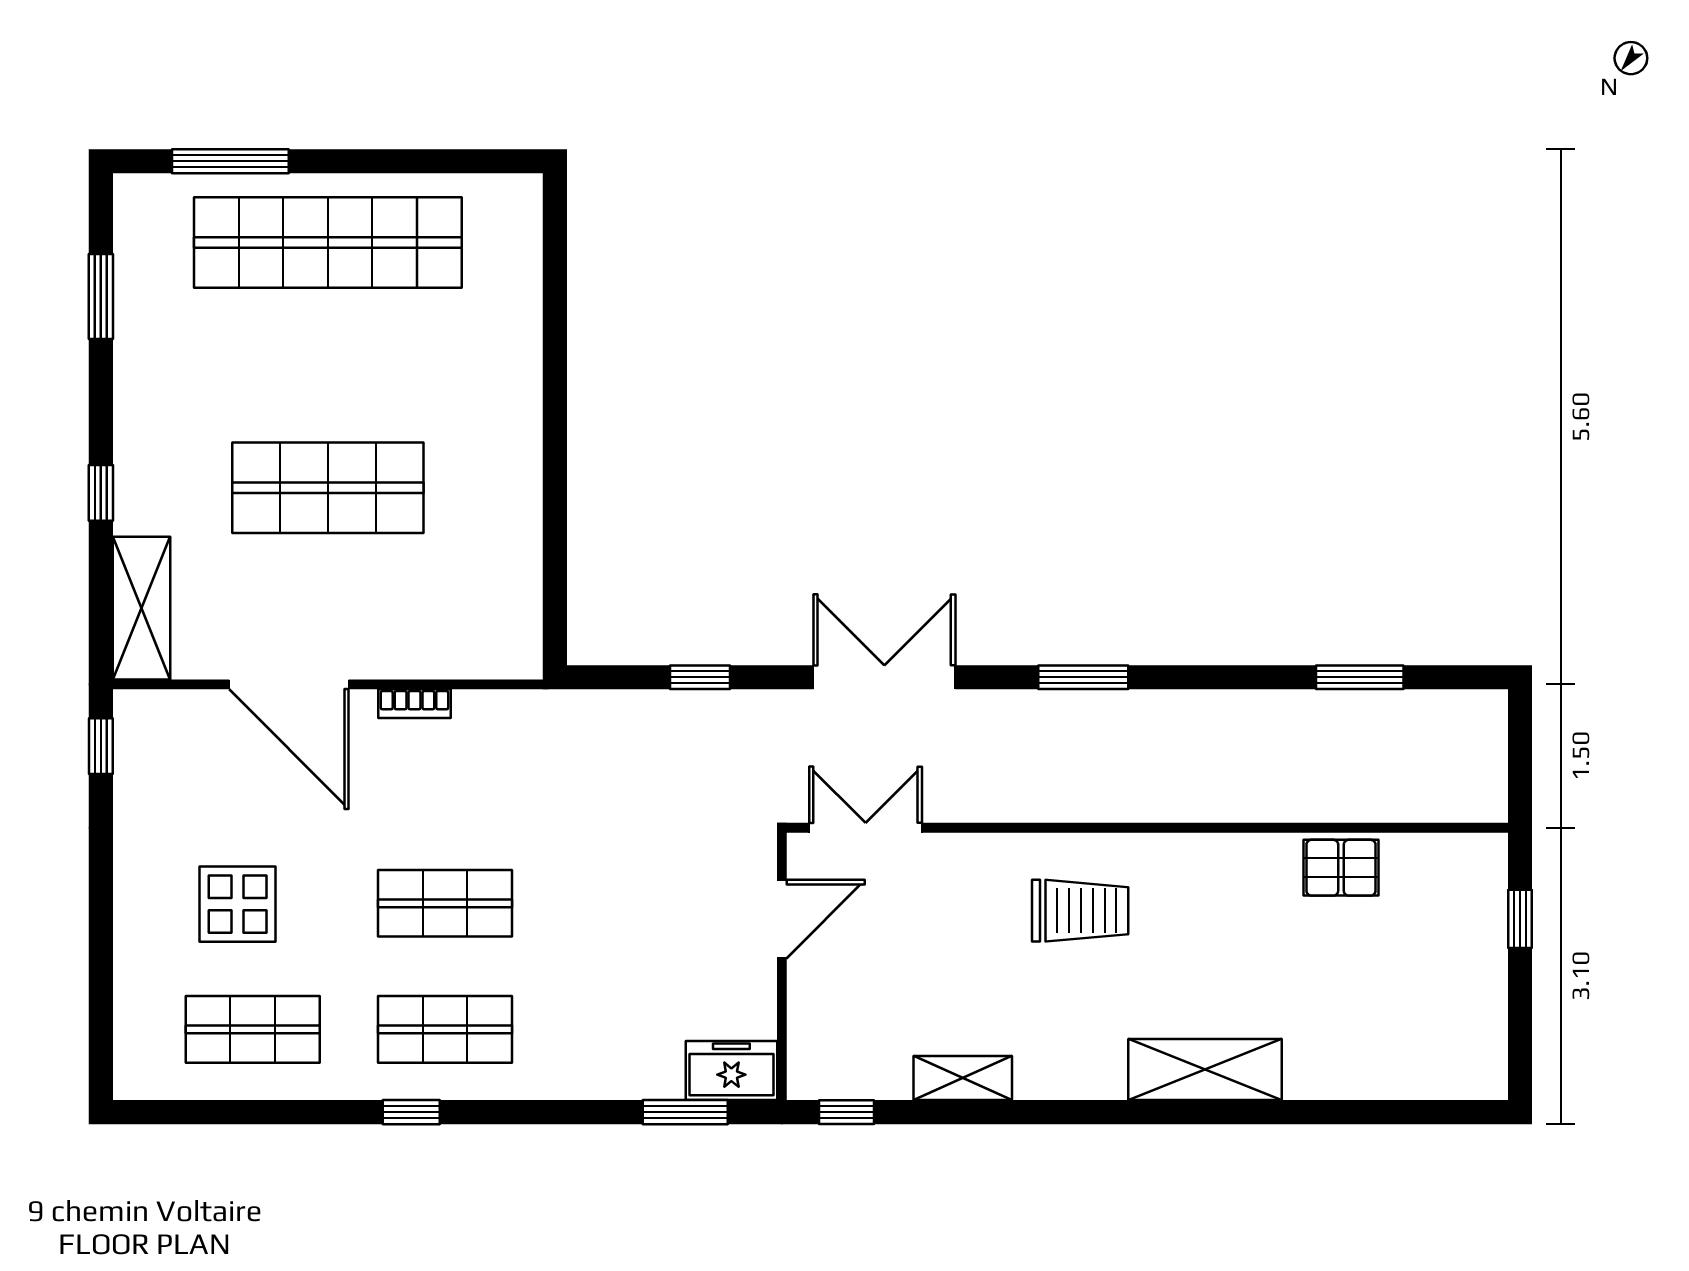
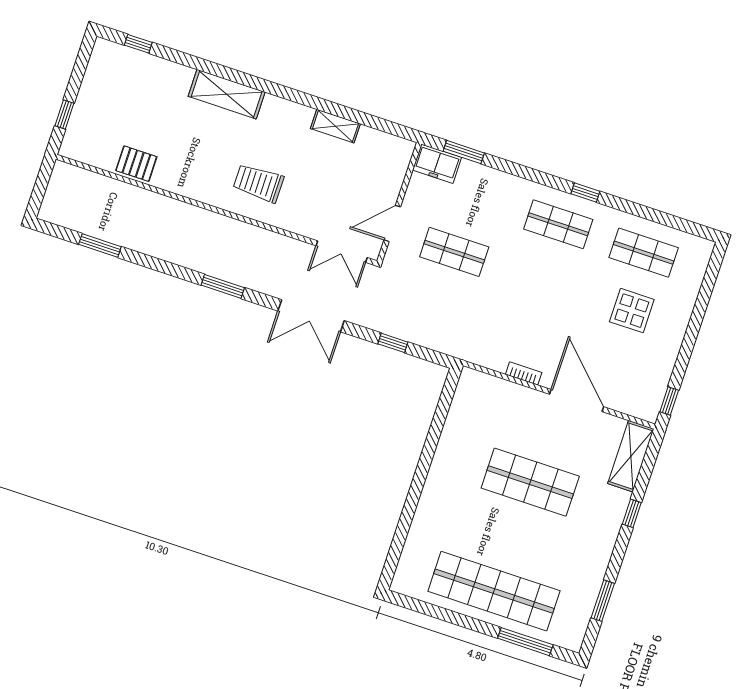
shop shelf: (445, 903) -> (454, 252), moved
window: (847, 1112) -> (138, 44), moved

